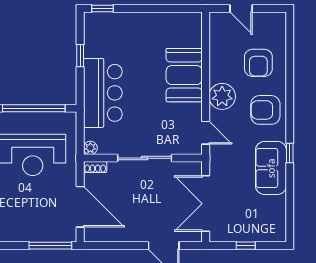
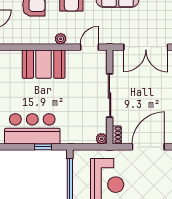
window: (80, 56) -> (43, 147), moved
bar counter: (103, 93) -> (32, 129), moved
plant: (222, 96) -> (61, 39), width x0.53, depth x0.53

